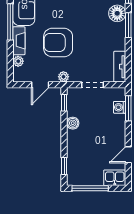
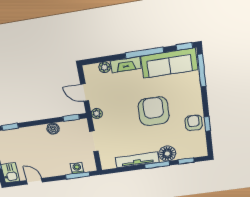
armchair: (58, 43) -> (154, 111), moved
tv unit: (120, 67) -> (137, 160), moved, width x1.41

